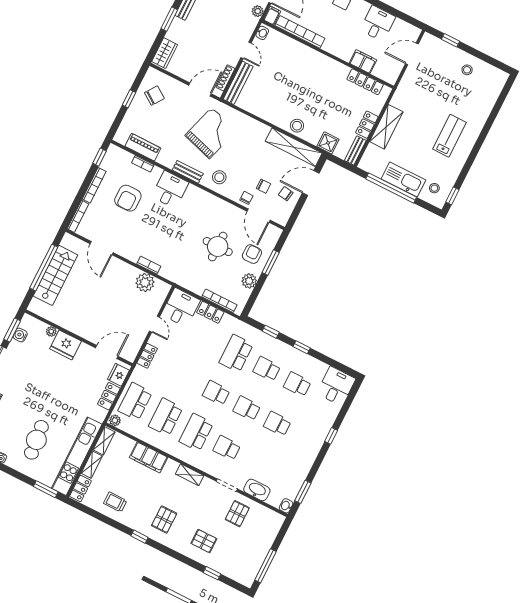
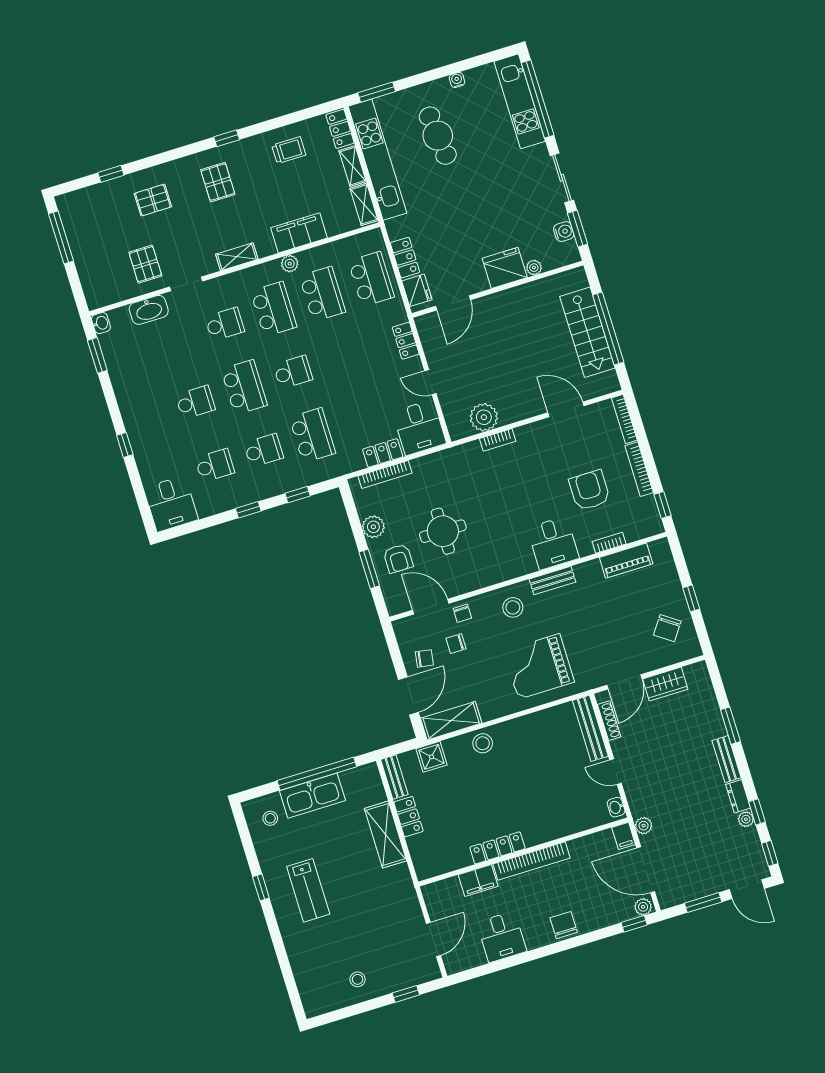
bookcase: (300, 32) -> (531, 861), moved
wardrobe: (165, 53) -> (665, 684), moved, turned -90
locker: (365, 82) -> (497, 848), moved
grand piano: (211, 133) -> (539, 666), moved, turned 73
shelving: (294, 147) -> (451, 721), width x0.68
window: (452, 196) -> (261, 887), moved
school desk: (247, 408) -> (244, 387), width x1.85
plant: (115, 420) -> (290, 264), moved

